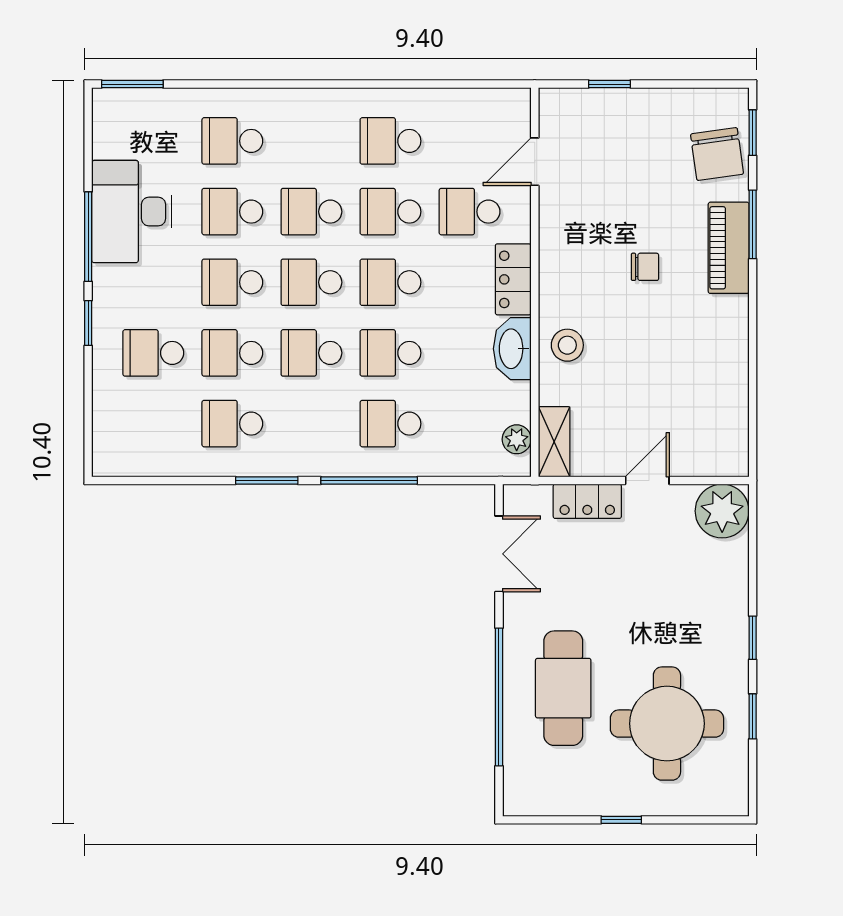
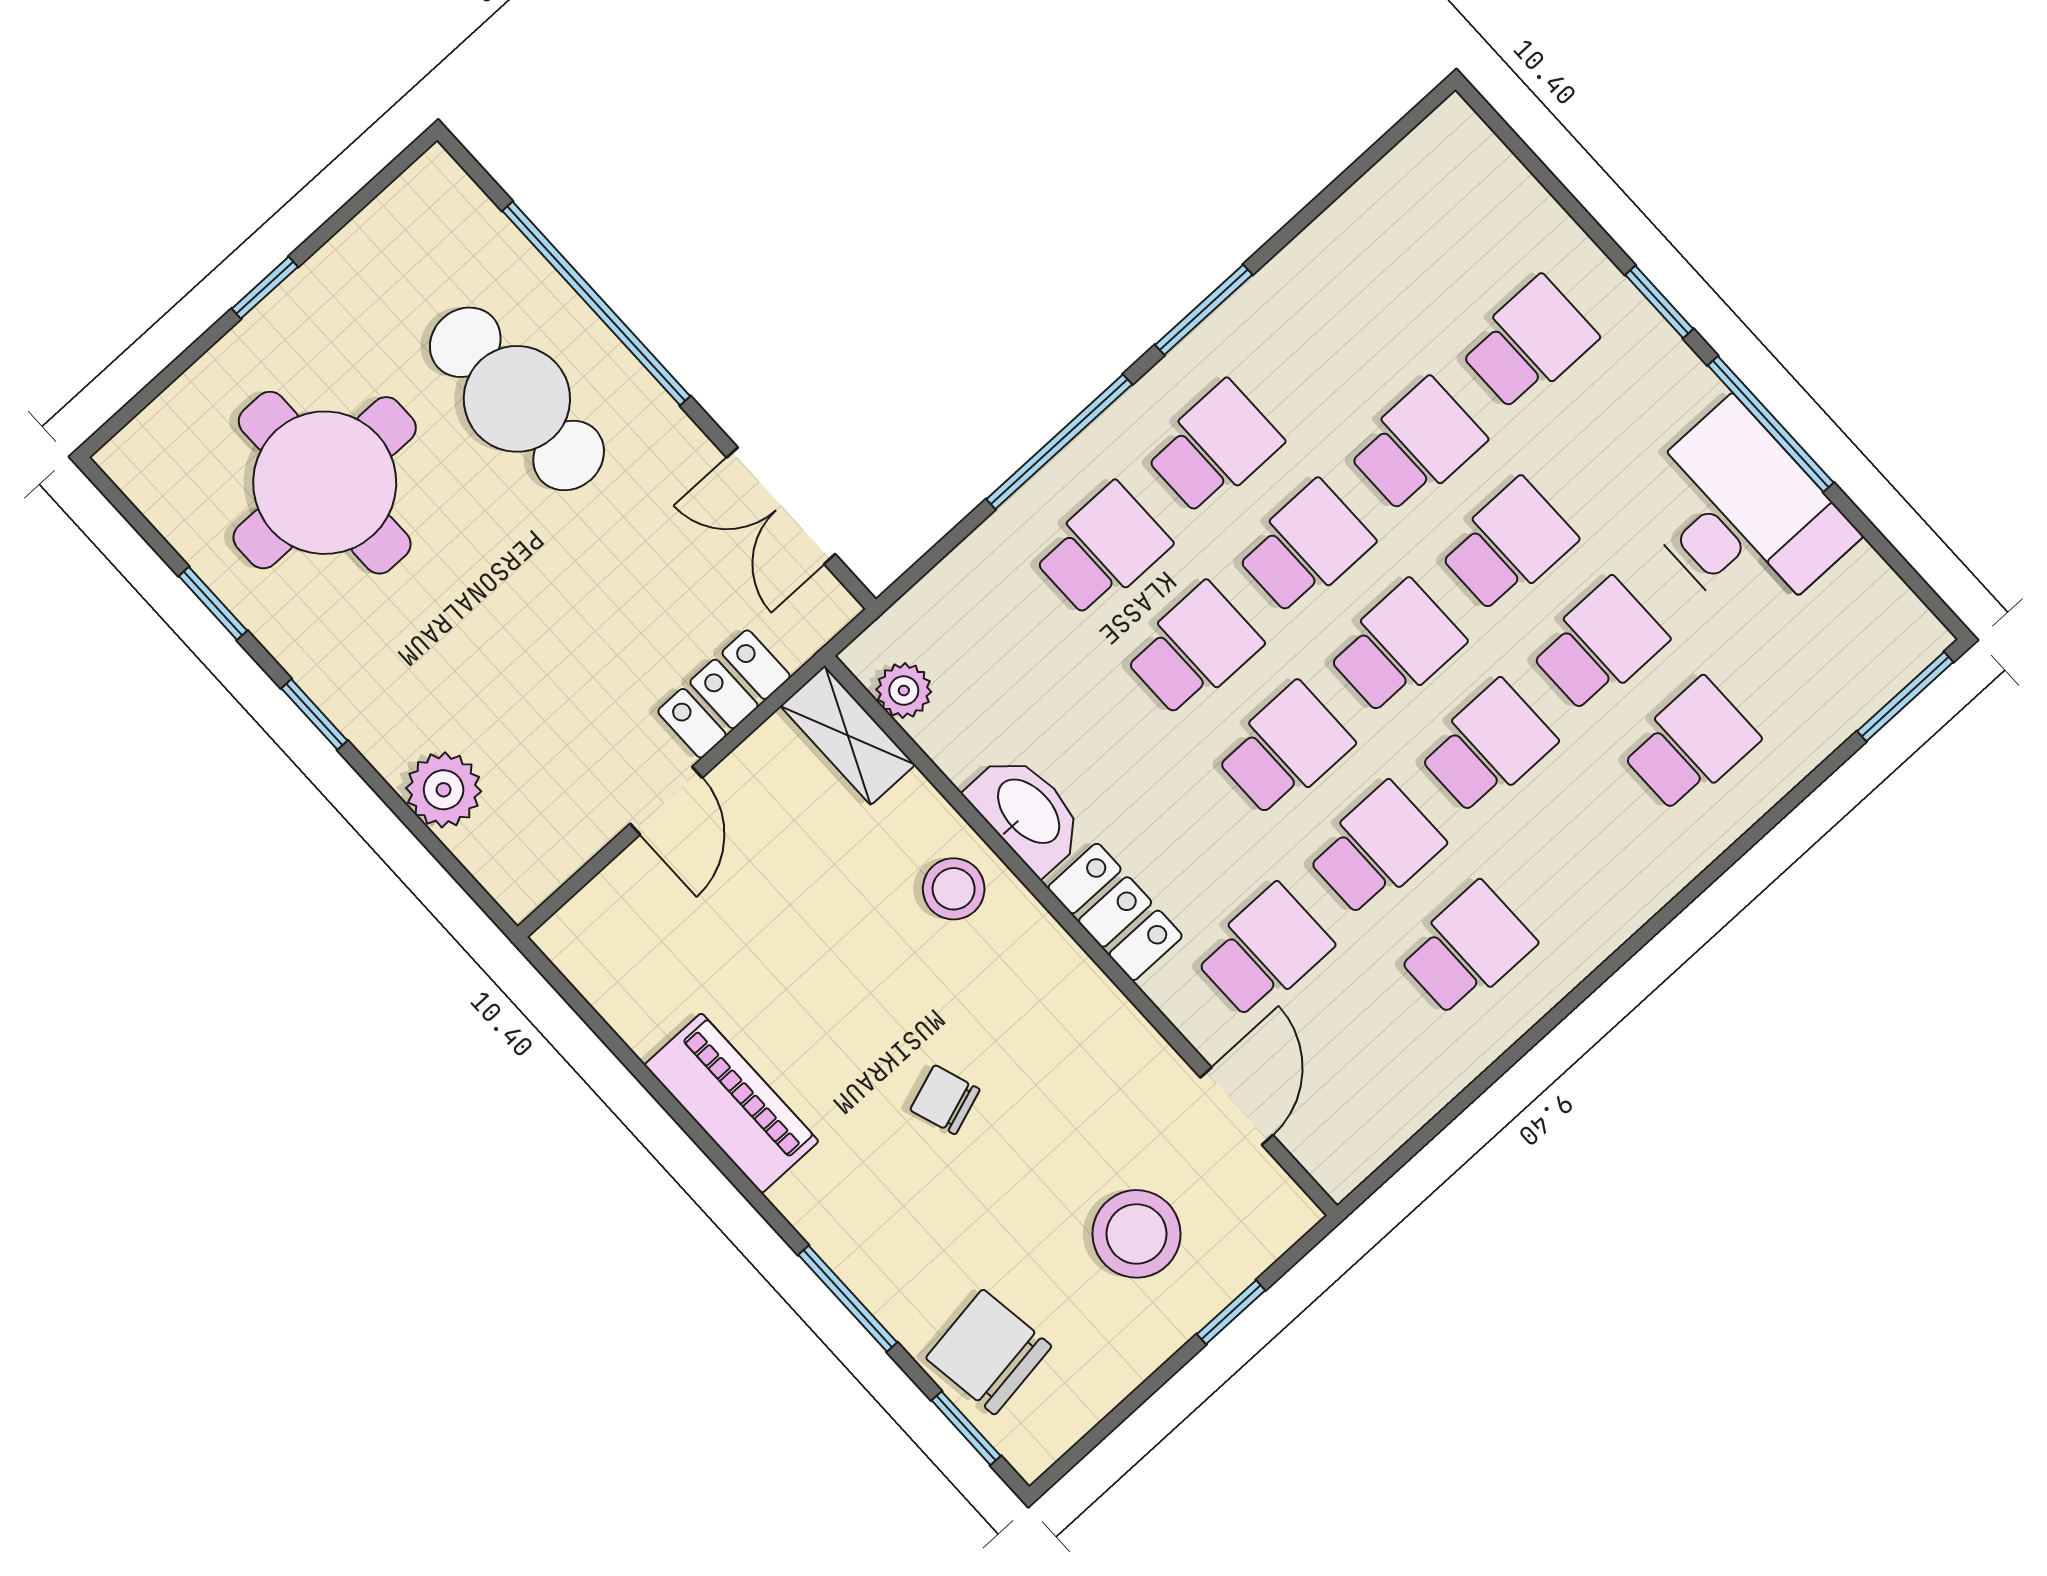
stool: (618, 148) -> (1137, 1234), added
piano: (729, 248) -> (731, 1103), moved
chair: (645, 267) -> (945, 1100), turned 71
school desk: (232, 424) -> (1214, 448), moved
plant: (722, 511) -> (444, 790), moved, width x0.73, depth x0.73

